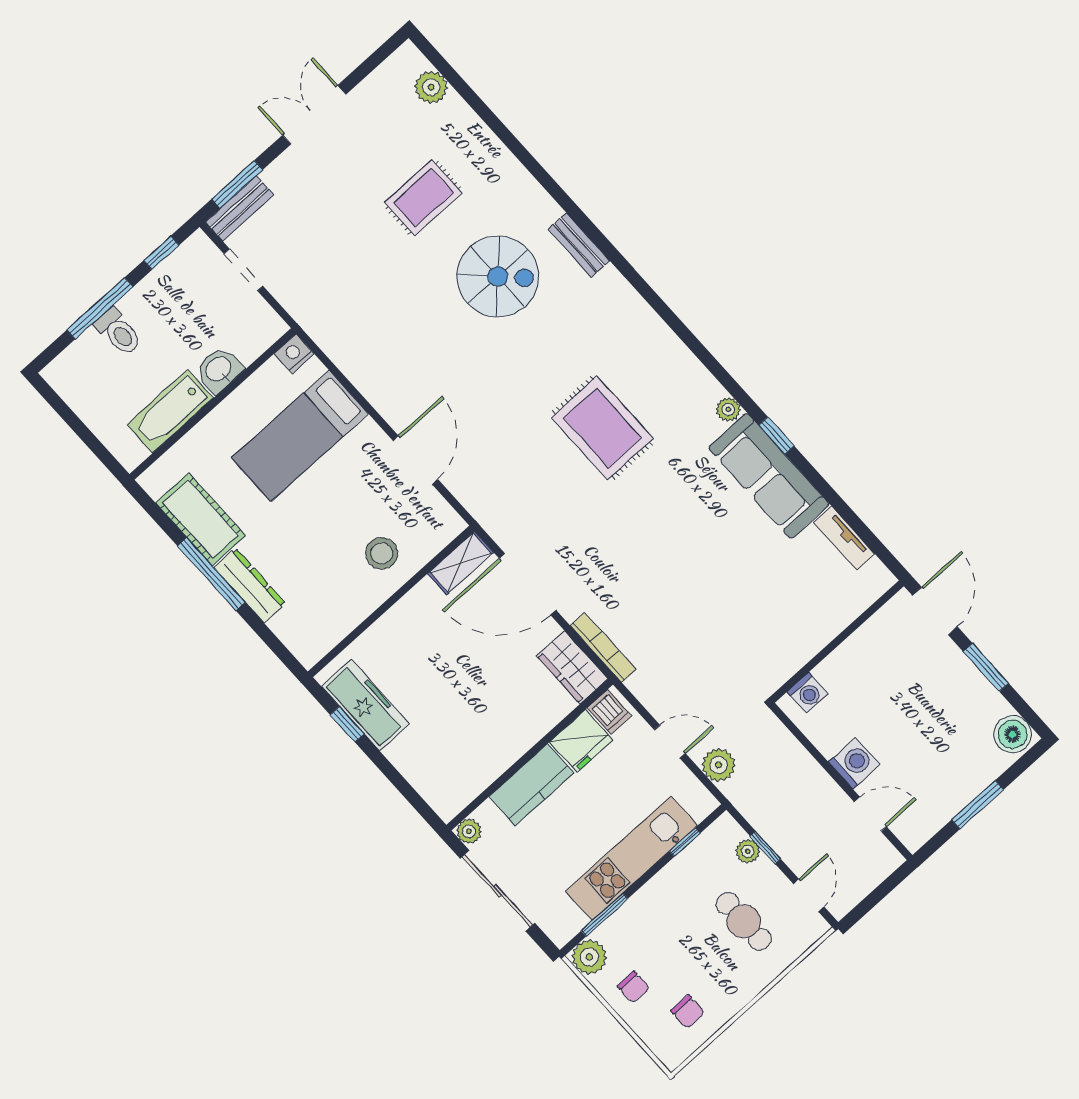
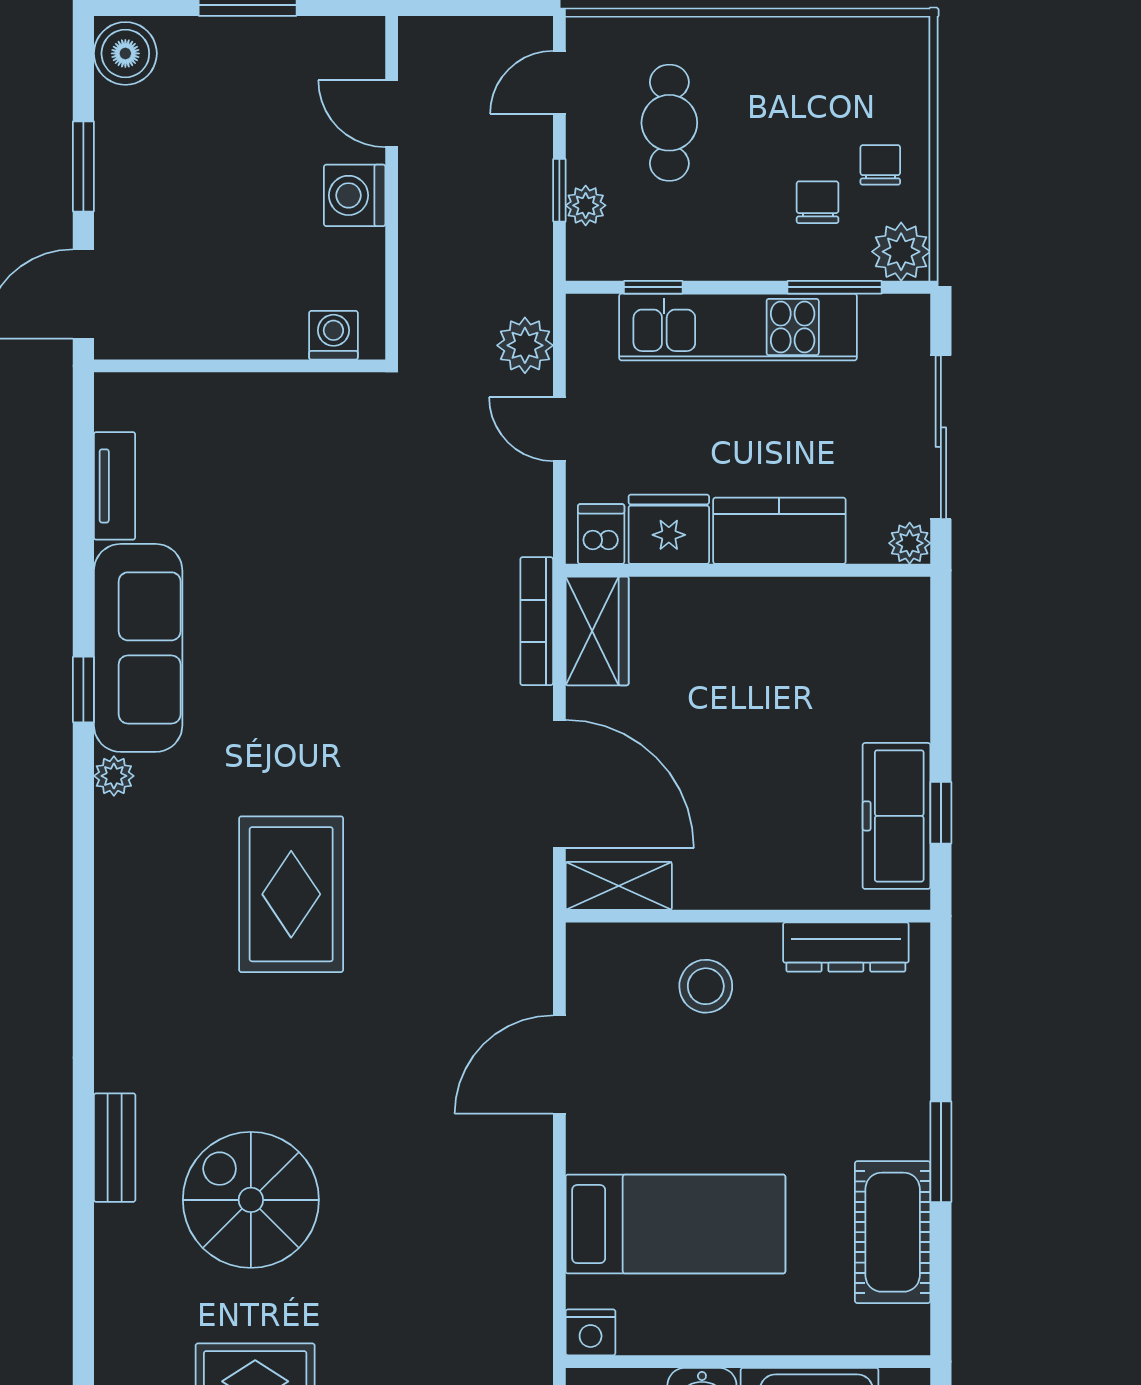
window: (211, 574) -> (941, 1152), width x0.69
dresser: (250, 586) -> (846, 947), moved, turned -90
chair: (688, 1012) -> (818, 202), moved

